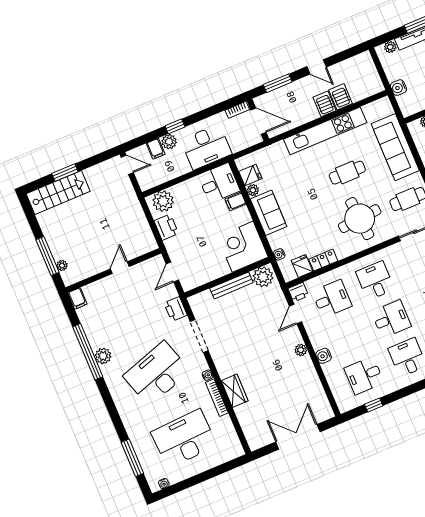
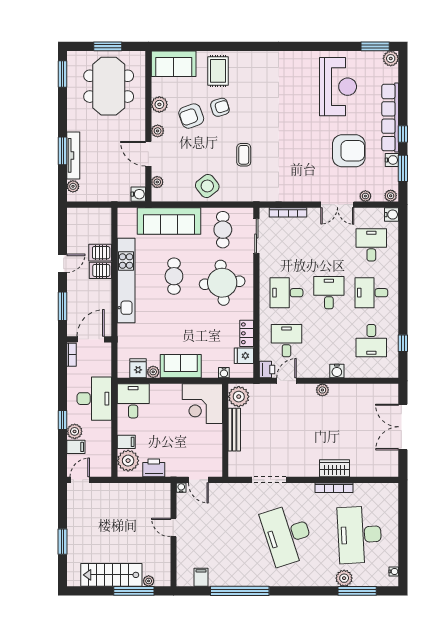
water cooler: (398, 88) -> (138, 194), moved, turned -90
stairs: (58, 193) -> (111, 575), moved, turned -90
filing cabinet: (235, 201) -> (126, 442), moved, turned -90
filing cabinet: (77, 298) -> (201, 577), moved, turned -90
printer: (176, 309) -> (234, 491), removed
door: (295, 314) -> (286, 381), swing flipped
plant: (103, 356) -> (344, 578), moved
water cooler: (207, 375) -> (181, 488), moved

